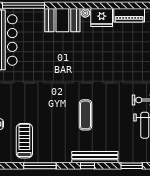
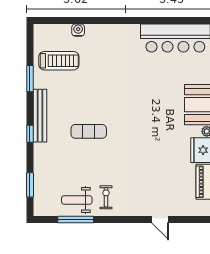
bench: (95, 157) -> (40, 116), moved
window: (40, 166) -> (30, 79), width x0.69

